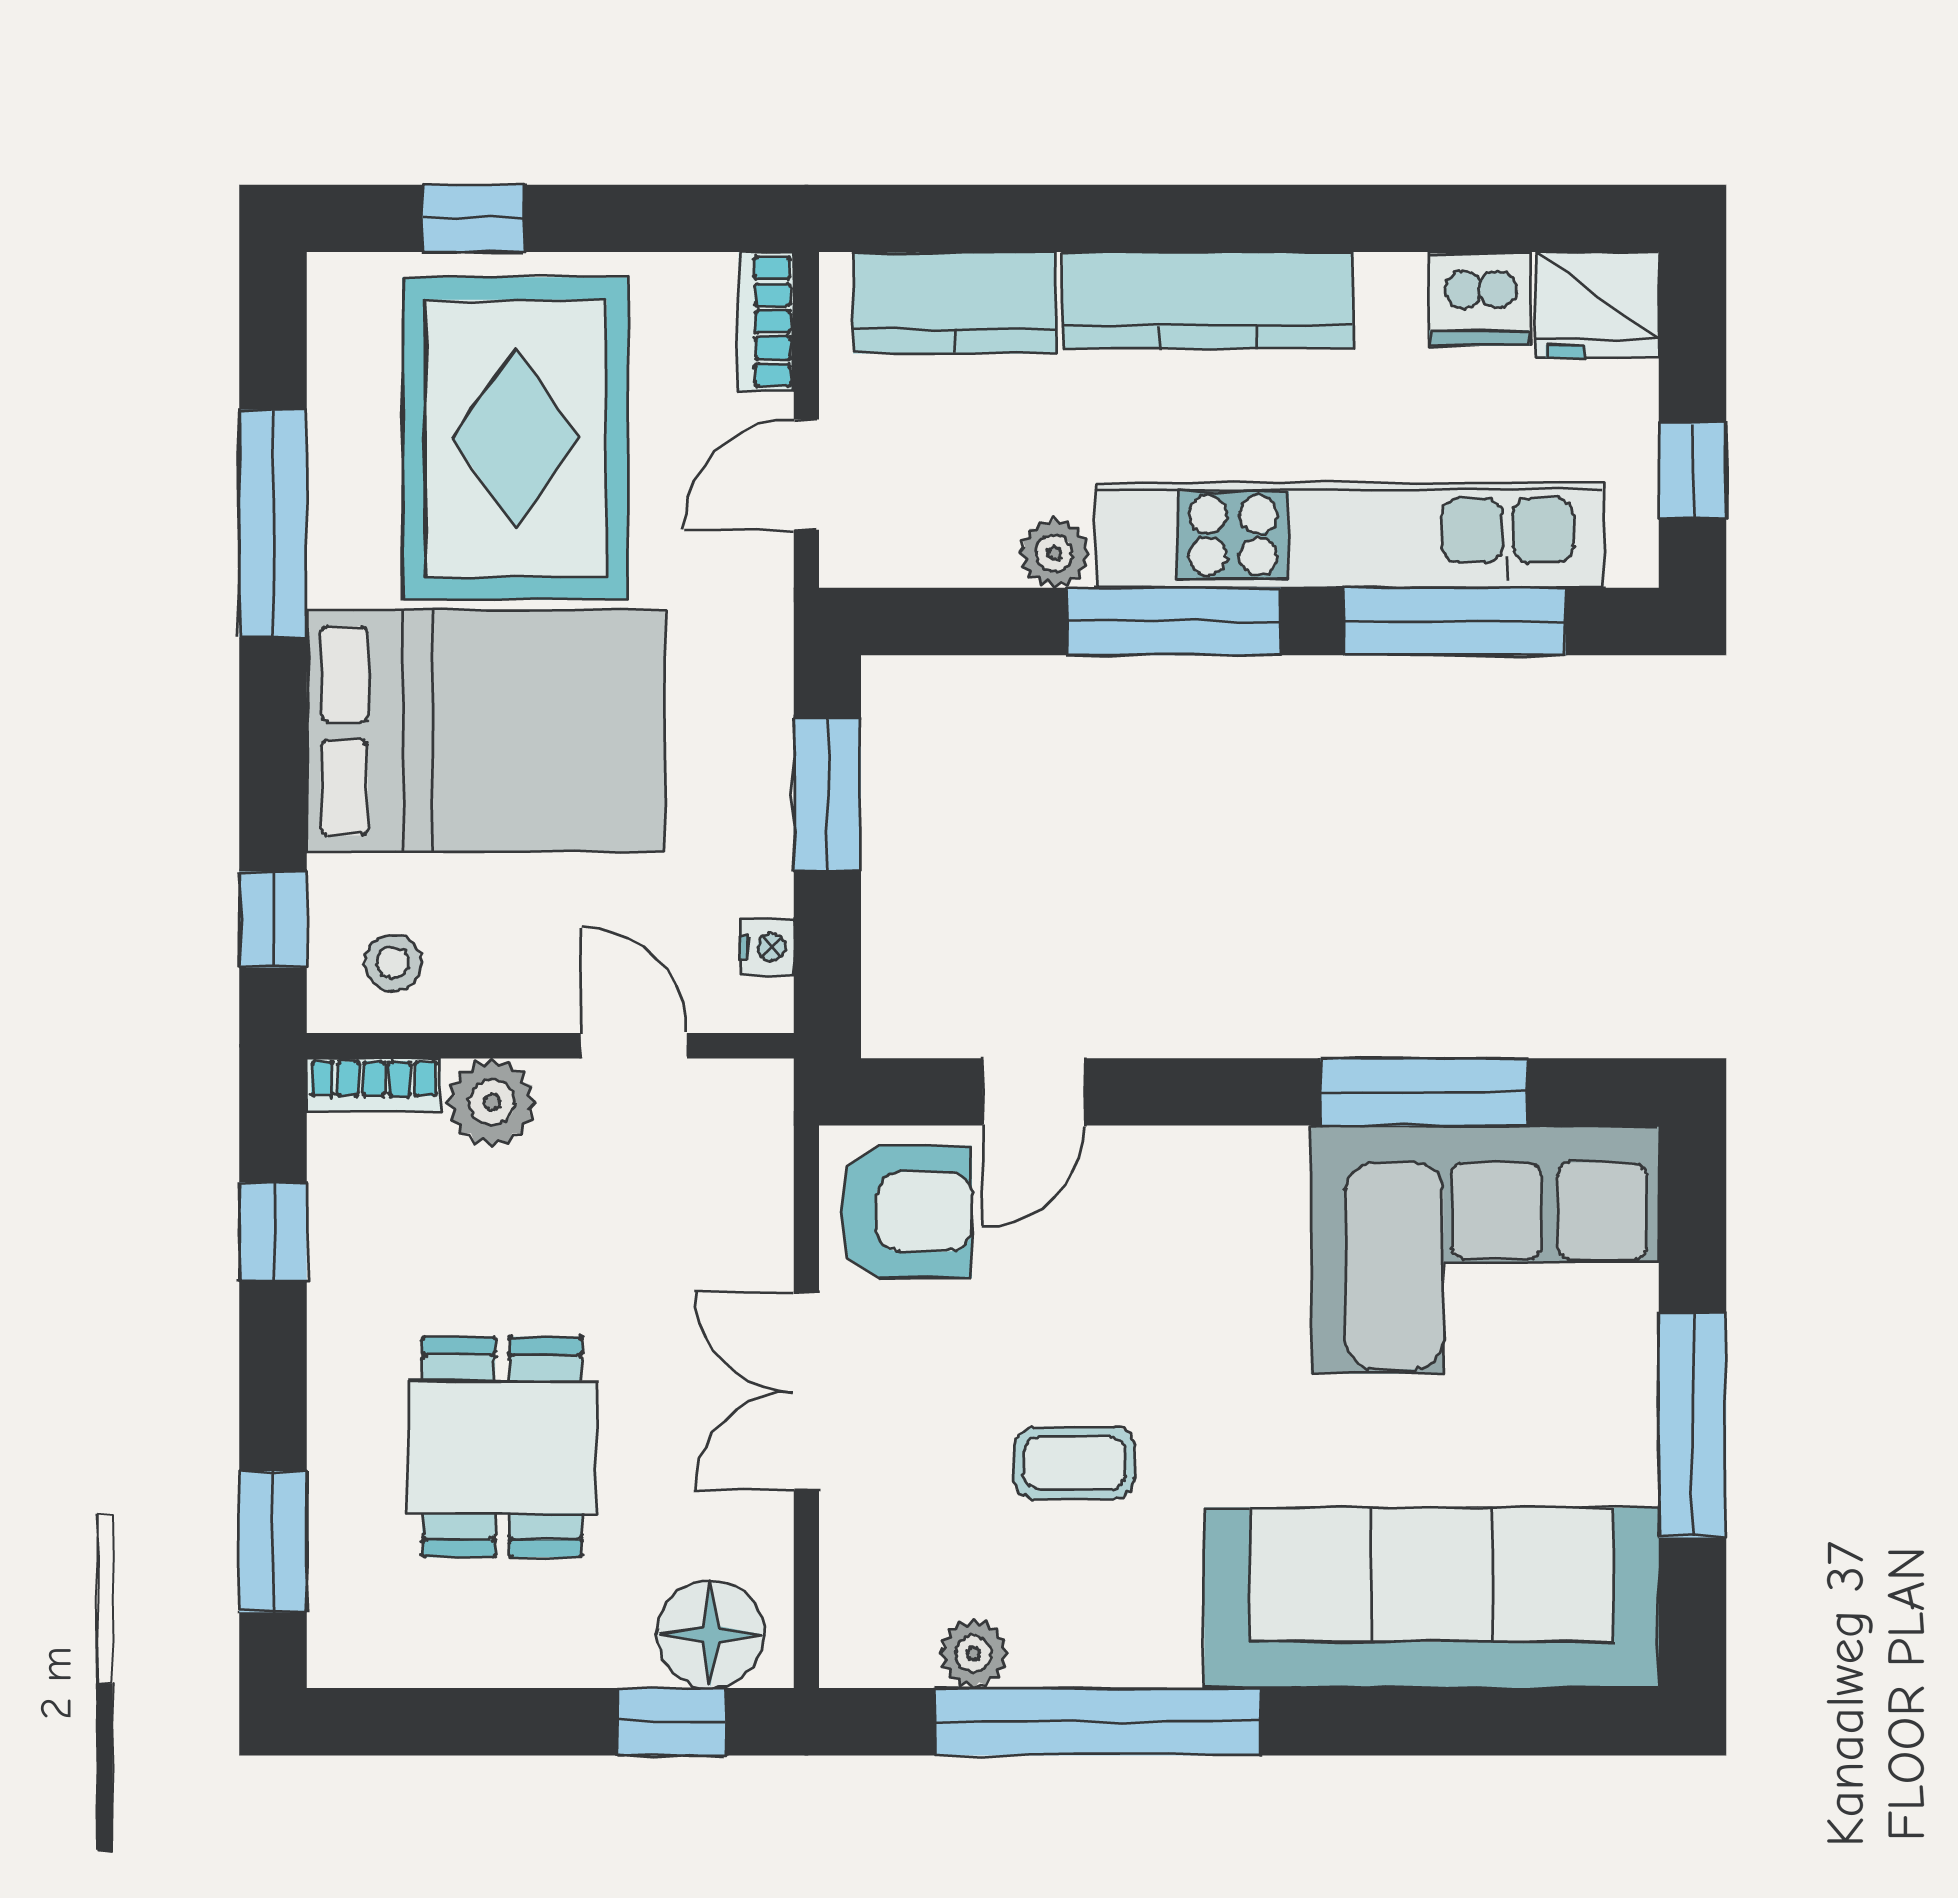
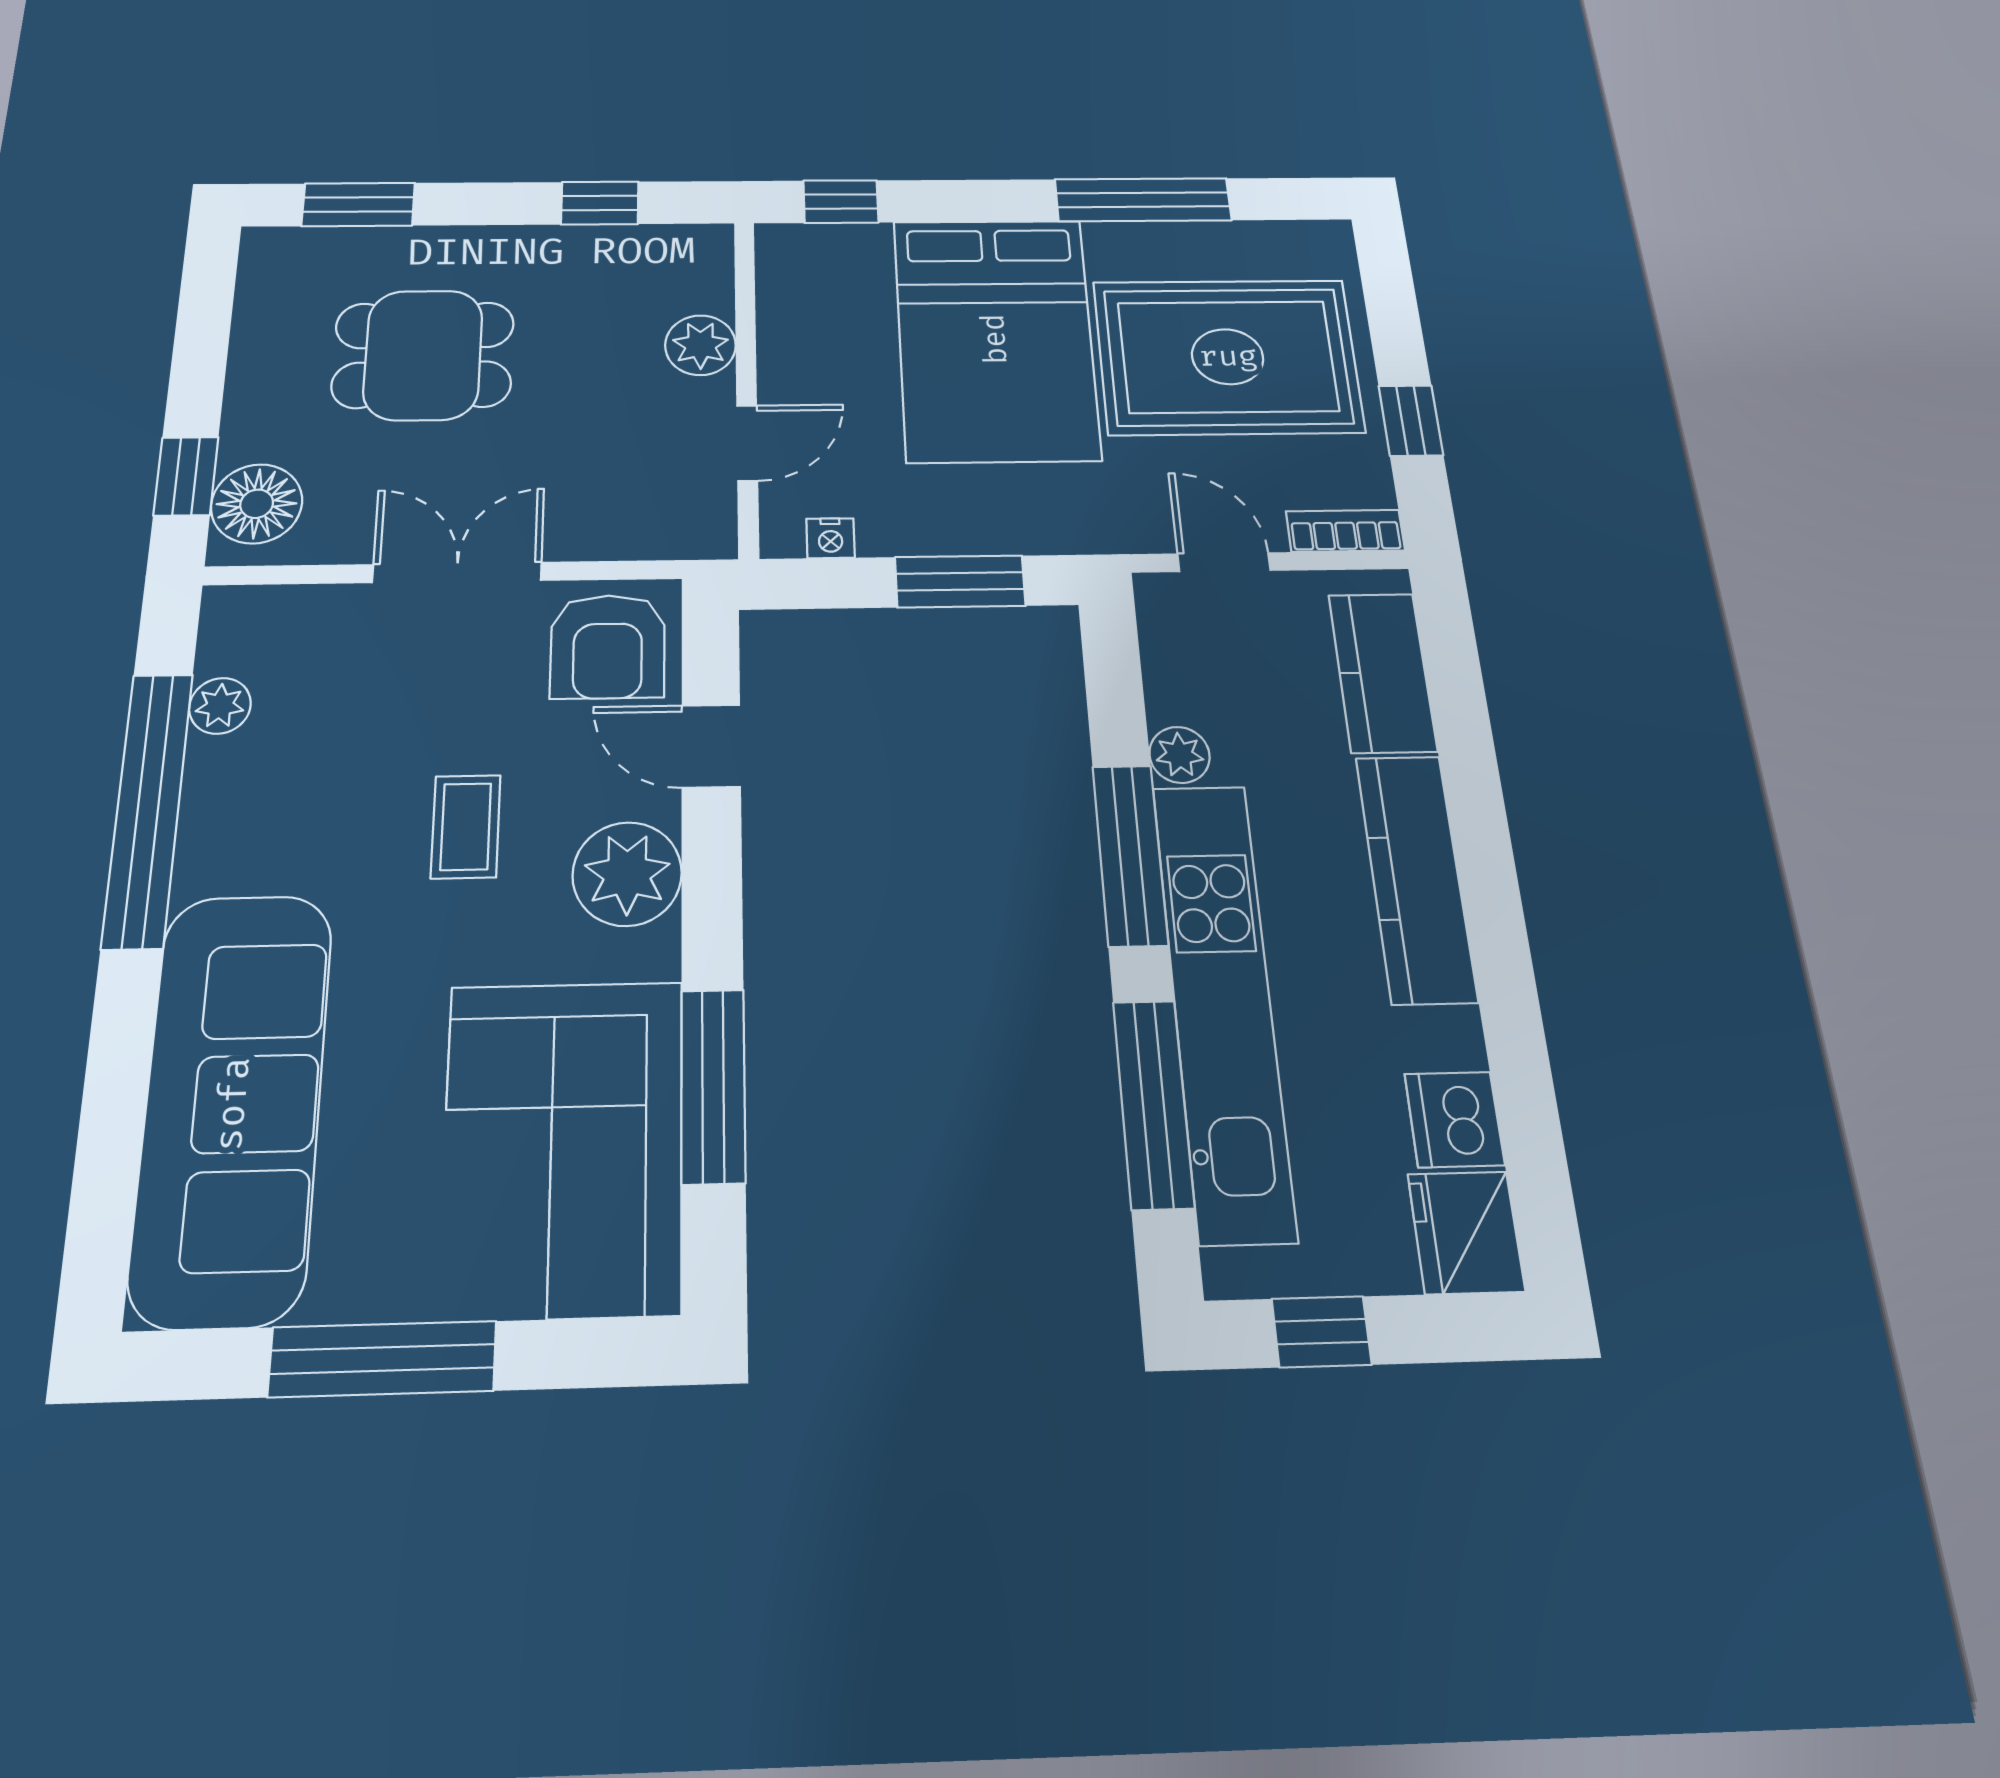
window: (473, 218) -> (1411, 421), moved
stool: (393, 963) -> (810, 279), removed
bookcase: (374, 1085) -> (714, 267), removed
plant: (1185, 1186) -> (627, 874), added
coffee table: (1074, 1463) -> (466, 827), moved

